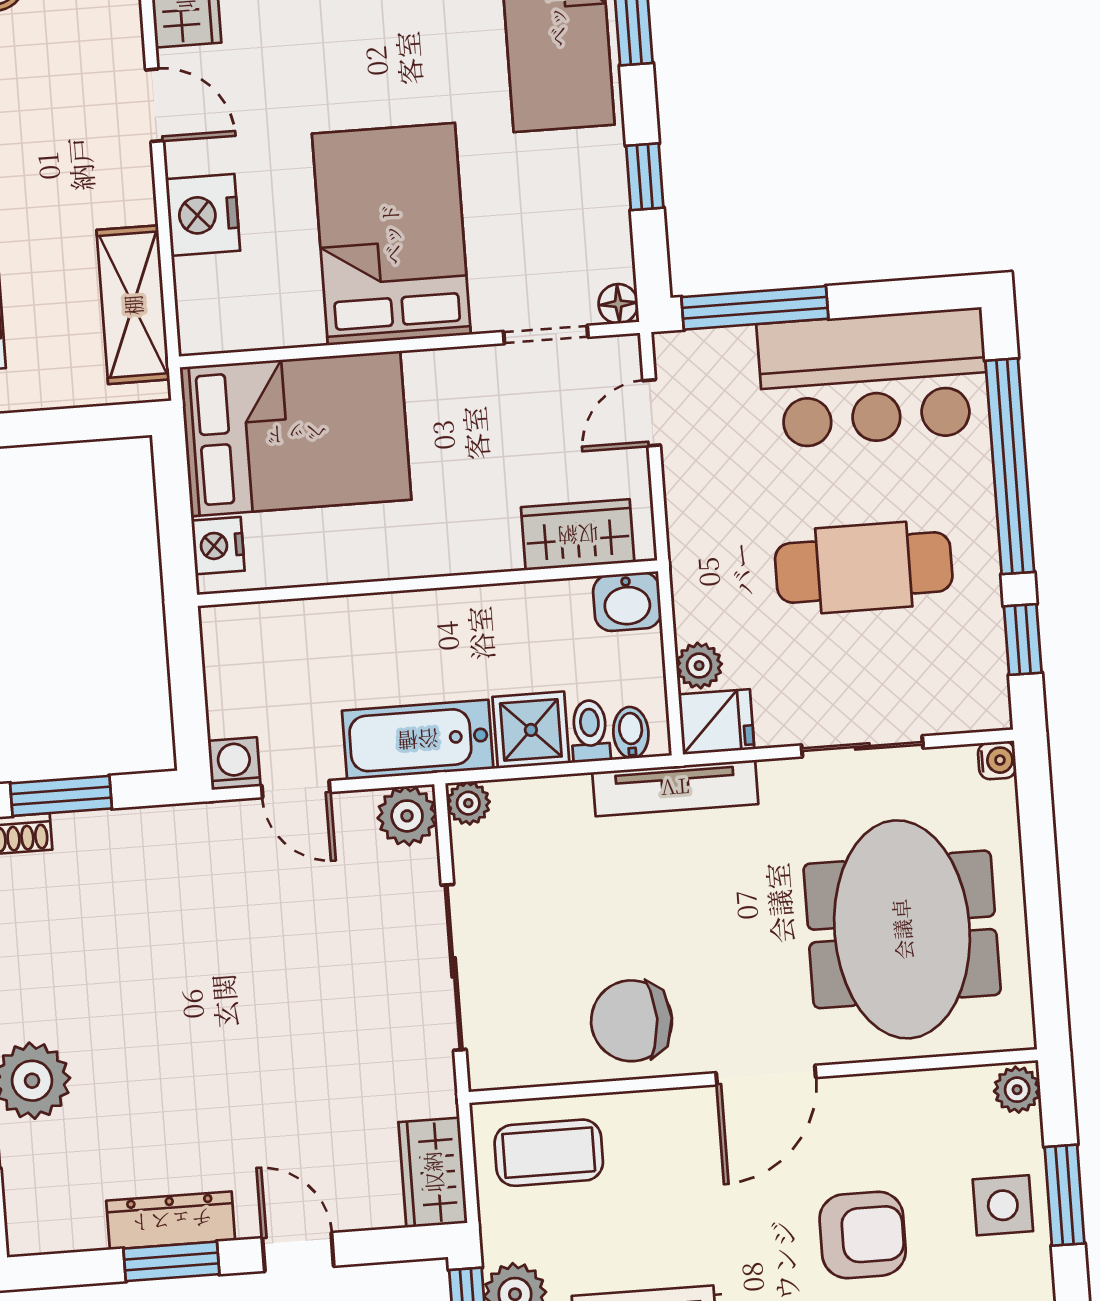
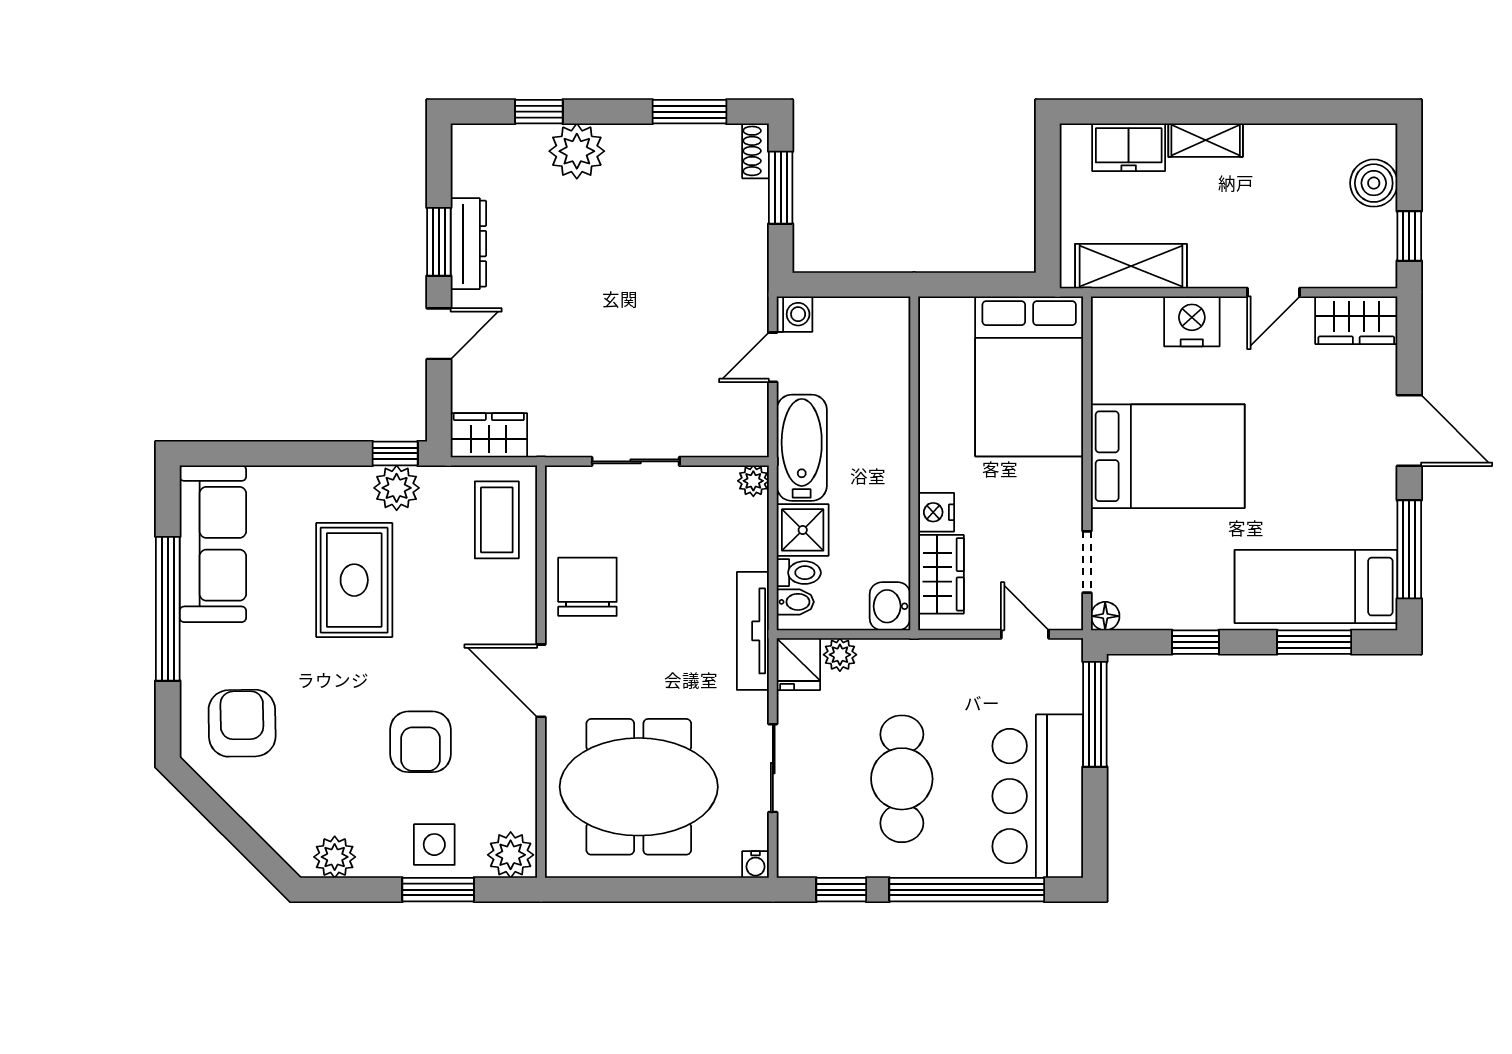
nightstand: (218, 546) -> (936, 512), moved, turned -90
plant: (407, 816) -> (747, 436), removed
sliding door: (454, 967) -> (636, 461), width x0.73
plant: (1017, 1090) -> (511, 855), width x1.38, depth x1.38

